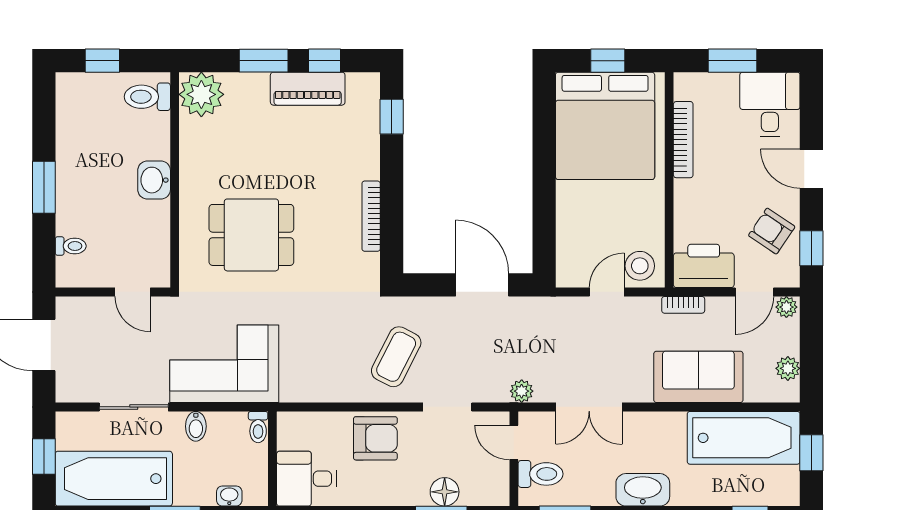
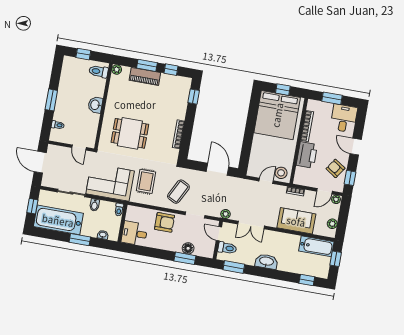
piano: (308, 89) -> (145, 76), moved
plant: (201, 94) -> (117, 70), width x0.53, depth x0.53
printer: (704, 266) -> (307, 155), moved, turned 90
rug: (312, 346) -> (146, 181), added
bathtub: (744, 438) -> (316, 246), width x0.73, depth x0.73

